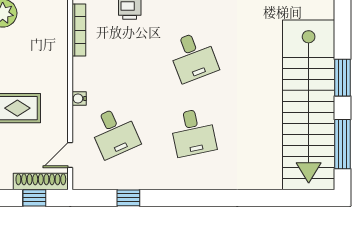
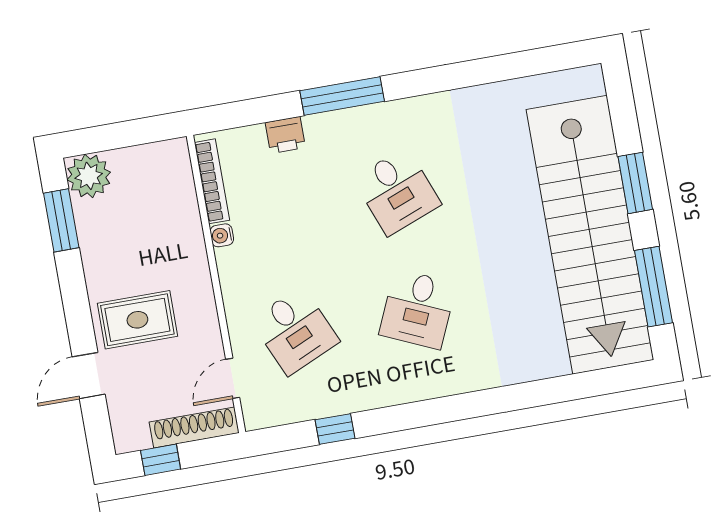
water cooler: (79, 99) -> (222, 235), moved
desk: (193, 132) -> (418, 309), turned 36
window: (34, 198) -> (161, 460), moved

